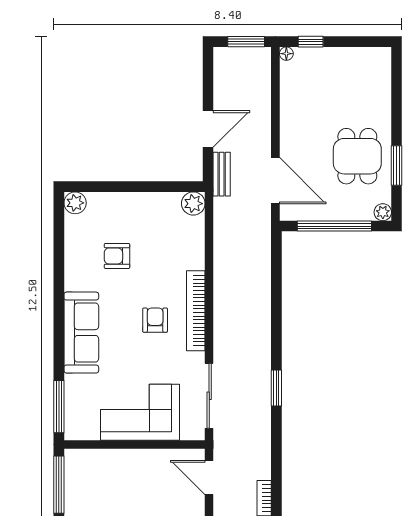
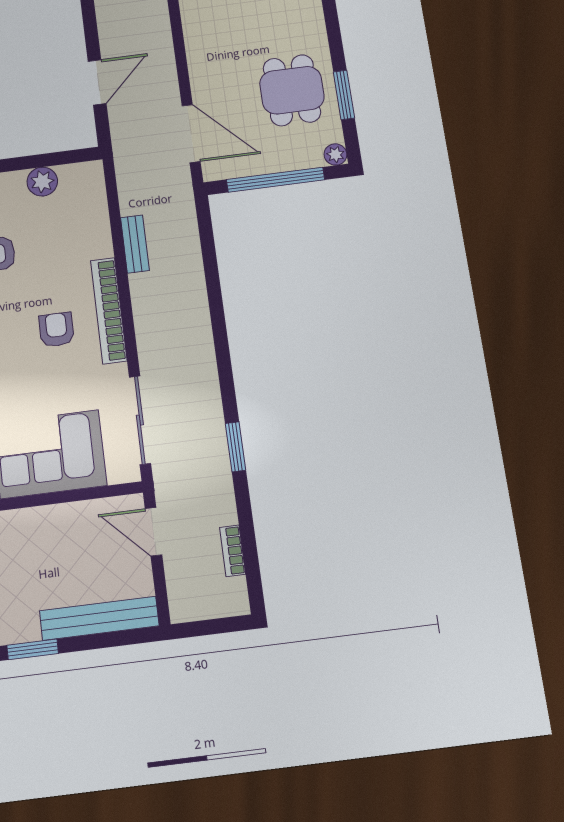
bench: (222, 174) -> (135, 244), moved
plant: (193, 204) -> (42, 182), moved
window: (276, 388) -> (235, 447), moved

